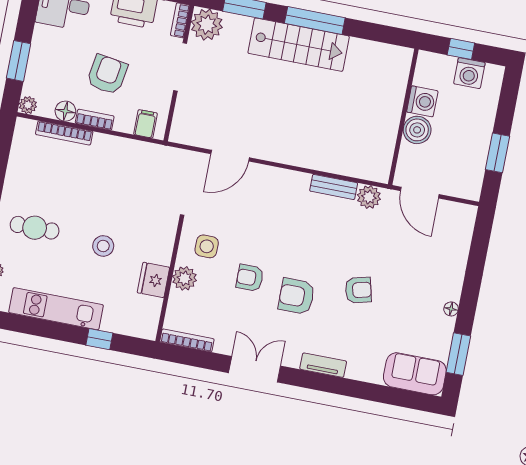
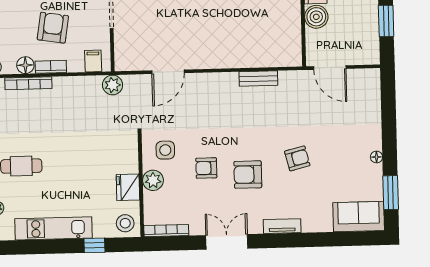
plant: (369, 197) -> (113, 85), moved
stool: (103, 246) -> (125, 223), moved

